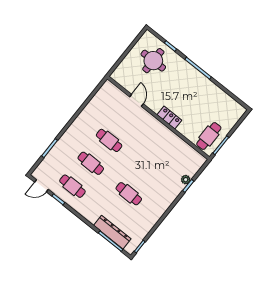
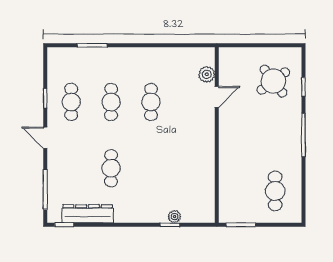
round table: (153, 61) -> (273, 81), turned -37
plant: (119, 96) -> (207, 74), added
locker: (169, 118) -> (227, 147), removed
cafe table: (209, 136) -> (275, 191), moved, turned 90
door: (41, 186) -> (45, 138), moved
dresser: (112, 232) -> (88, 214), moved, turned -90

